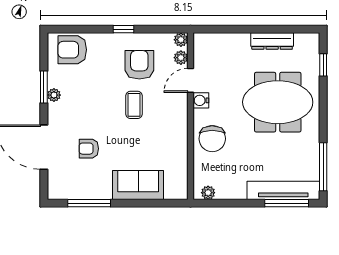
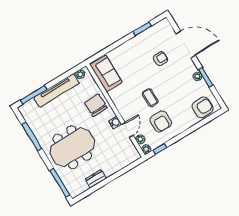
window: (124, 29) -> (160, 149), moved
dresser: (272, 41) -> (96, 179), width x0.70
window: (323, 65) -> (60, 183), width x2.17
window: (323, 167) -> (32, 136), moved
sofa: (138, 185) -> (106, 73), moved, turned -90
tv unit: (283, 190) -> (57, 90), moved
window: (89, 203) -> (142, 29), width x0.69

